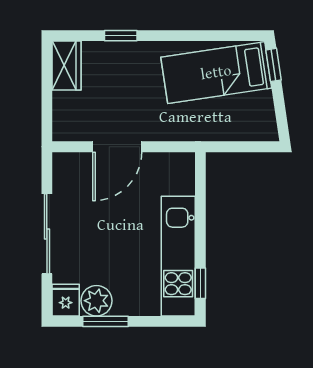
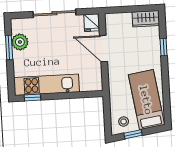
window: (273, 65) -> (133, 134), moved
stool: (254, 117) -> (124, 122), added
fridge: (66, 300) -> (91, 23), moved, turned 90

